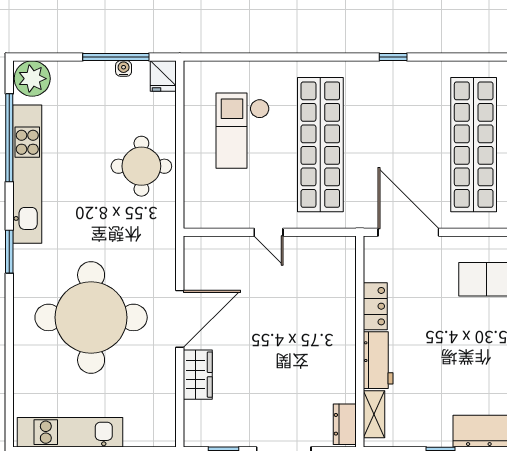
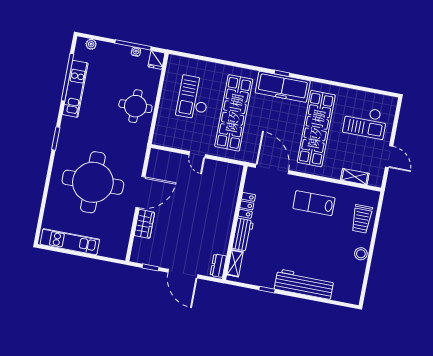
plant: (32, 79) -> (91, 44), width x0.53, depth x0.53
freezer: (399, 81) -> (283, 87), added
kitchen unit: (27, 174) -> (75, 89), width x0.73

